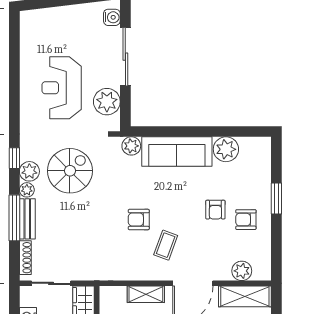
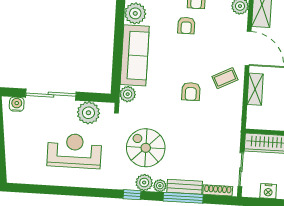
reception desk: (62, 88) -> (74, 151), turned 180
armchair: (215, 210) -> (186, 25), turned 90
coffee table: (166, 245) -> (225, 78), moved, turned -47

